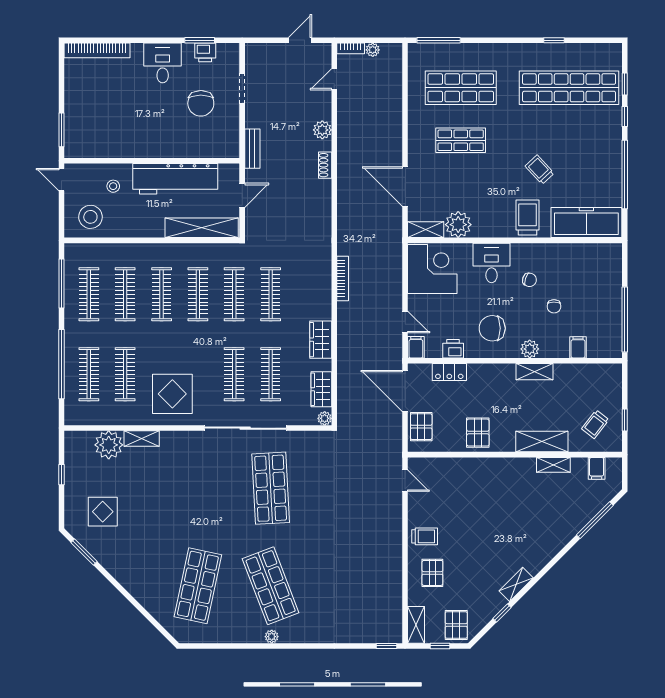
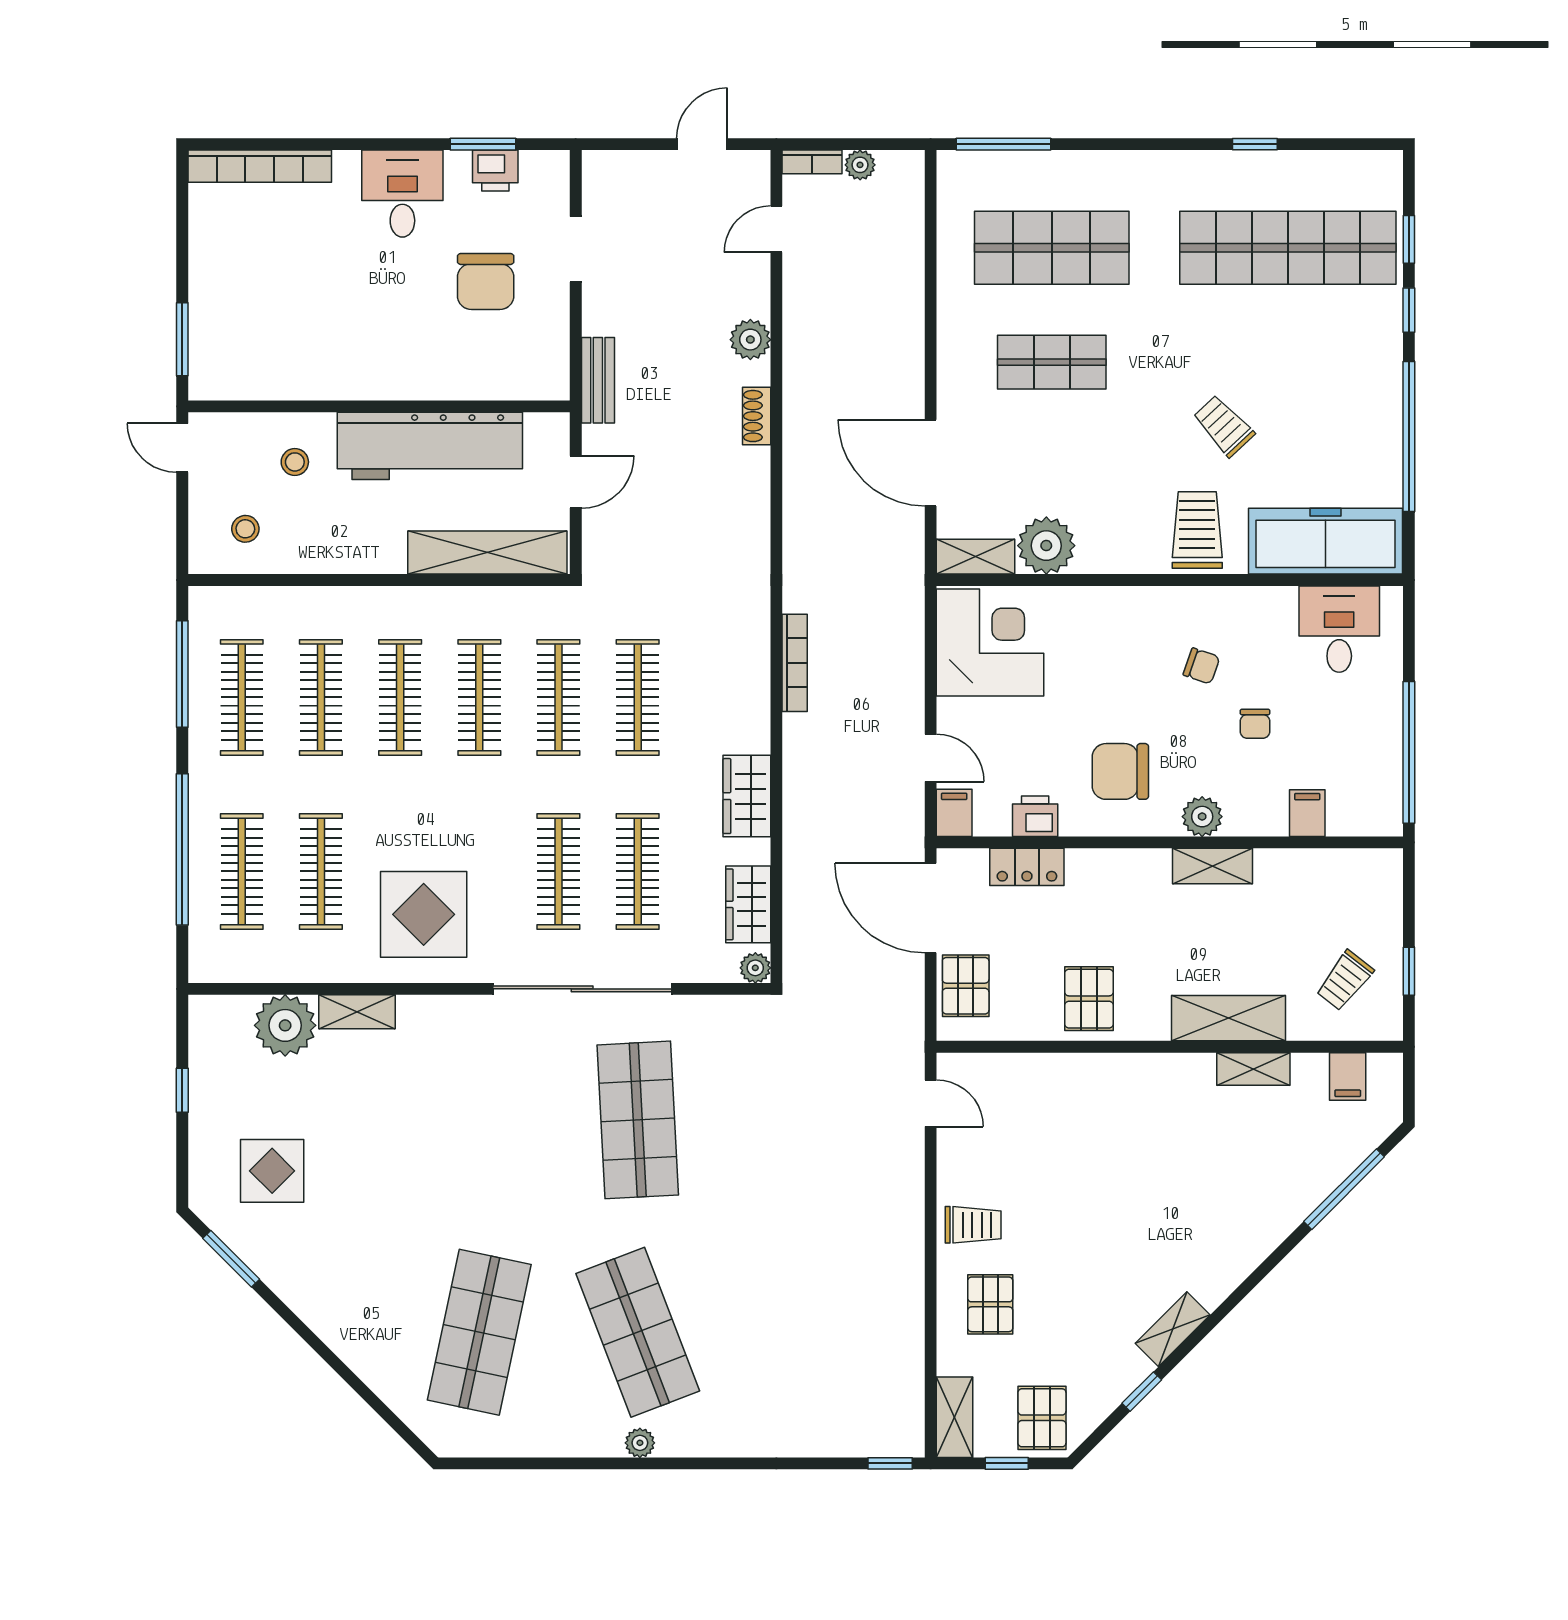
stool: (90, 217) -> (245, 529), width x0.53, depth x0.53
desk: (492, 263) -> (1339, 629), moved

